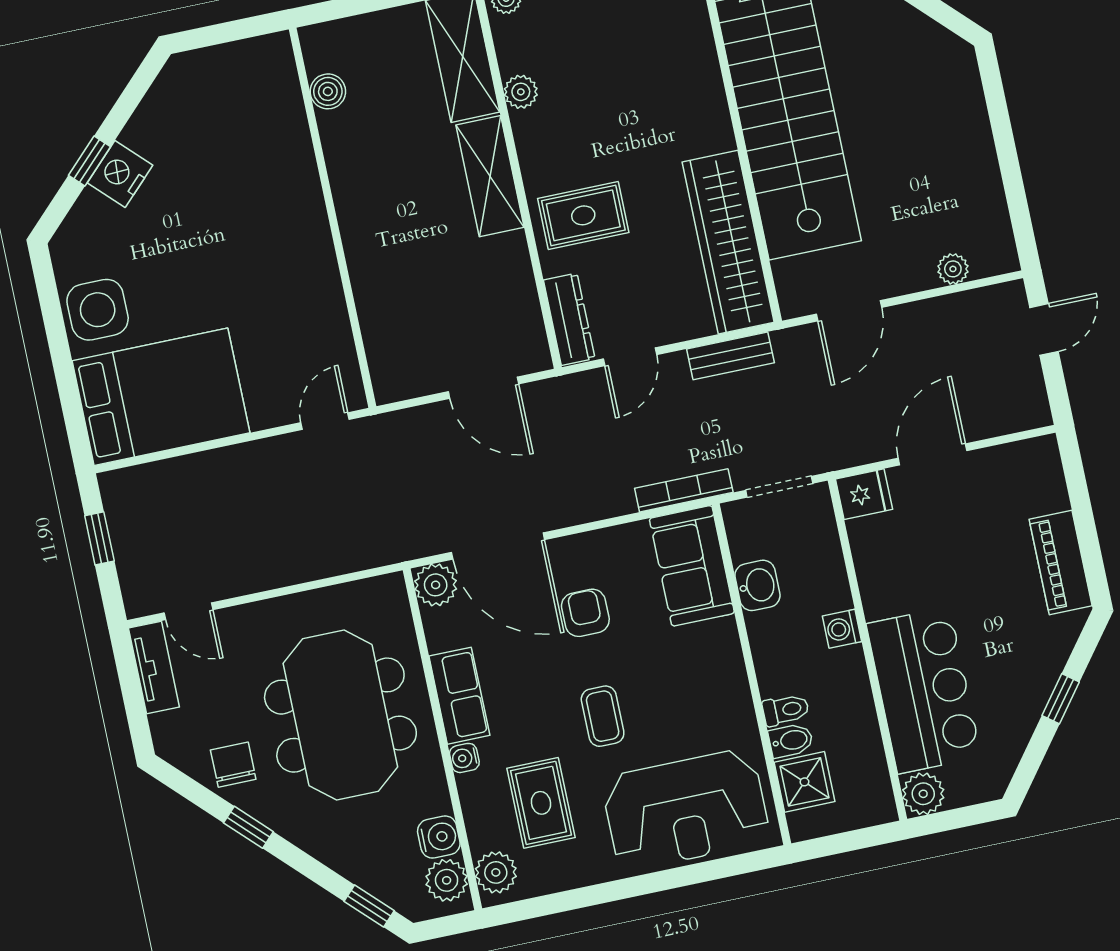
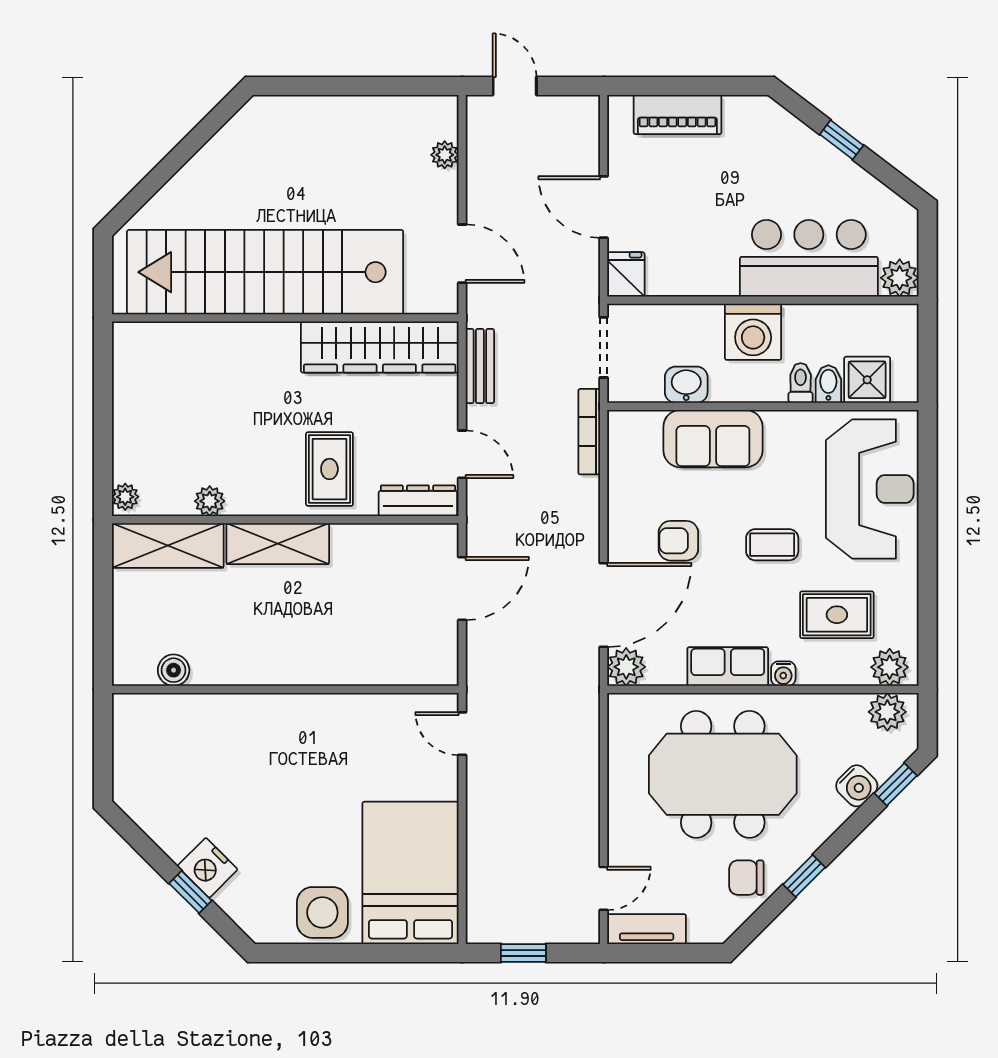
piano: (1061, 562) -> (677, 115), moved
sofa: (692, 566) -> (713, 439), moved
washing machine: (842, 629) -> (753, 332), width x1.89, depth x1.89
water cooler: (439, 837) -> (857, 786), moved, turned 135

